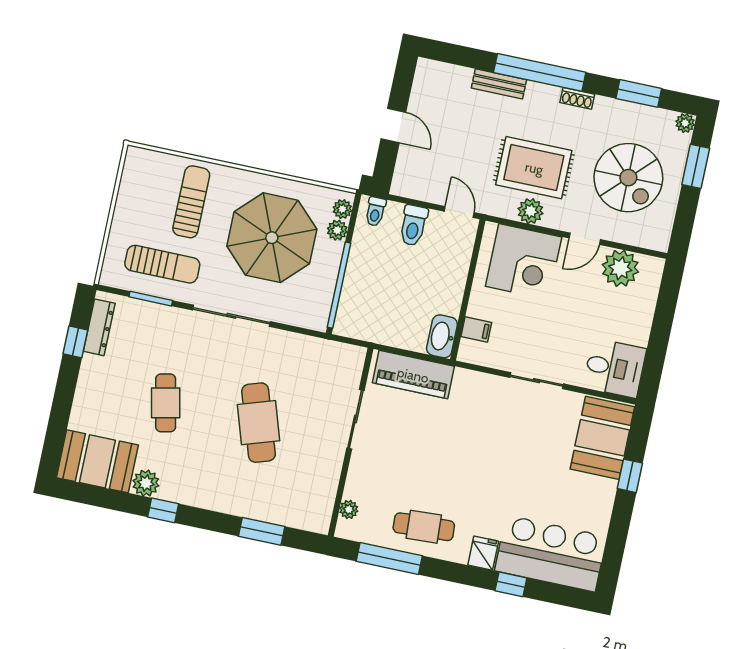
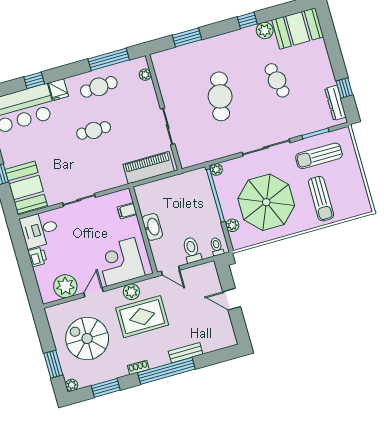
plant: (342, 209) -> (216, 169), moved
printer: (638, 331) -> (38, 257), added
washbasin: (442, 336) -> (152, 227), moved
cafe table: (259, 423) -> (220, 96), turned 30
cafe table: (464, 469) -> (94, 130), added

